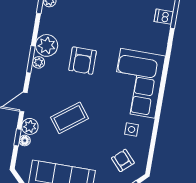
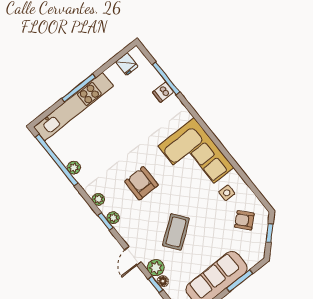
plant: (47, 45) -> (98, 199), width x0.53, depth x0.53
window: (31, 59) -> (105, 221), width x0.67
armchair: (83, 61) -> (141, 183), turned 180

